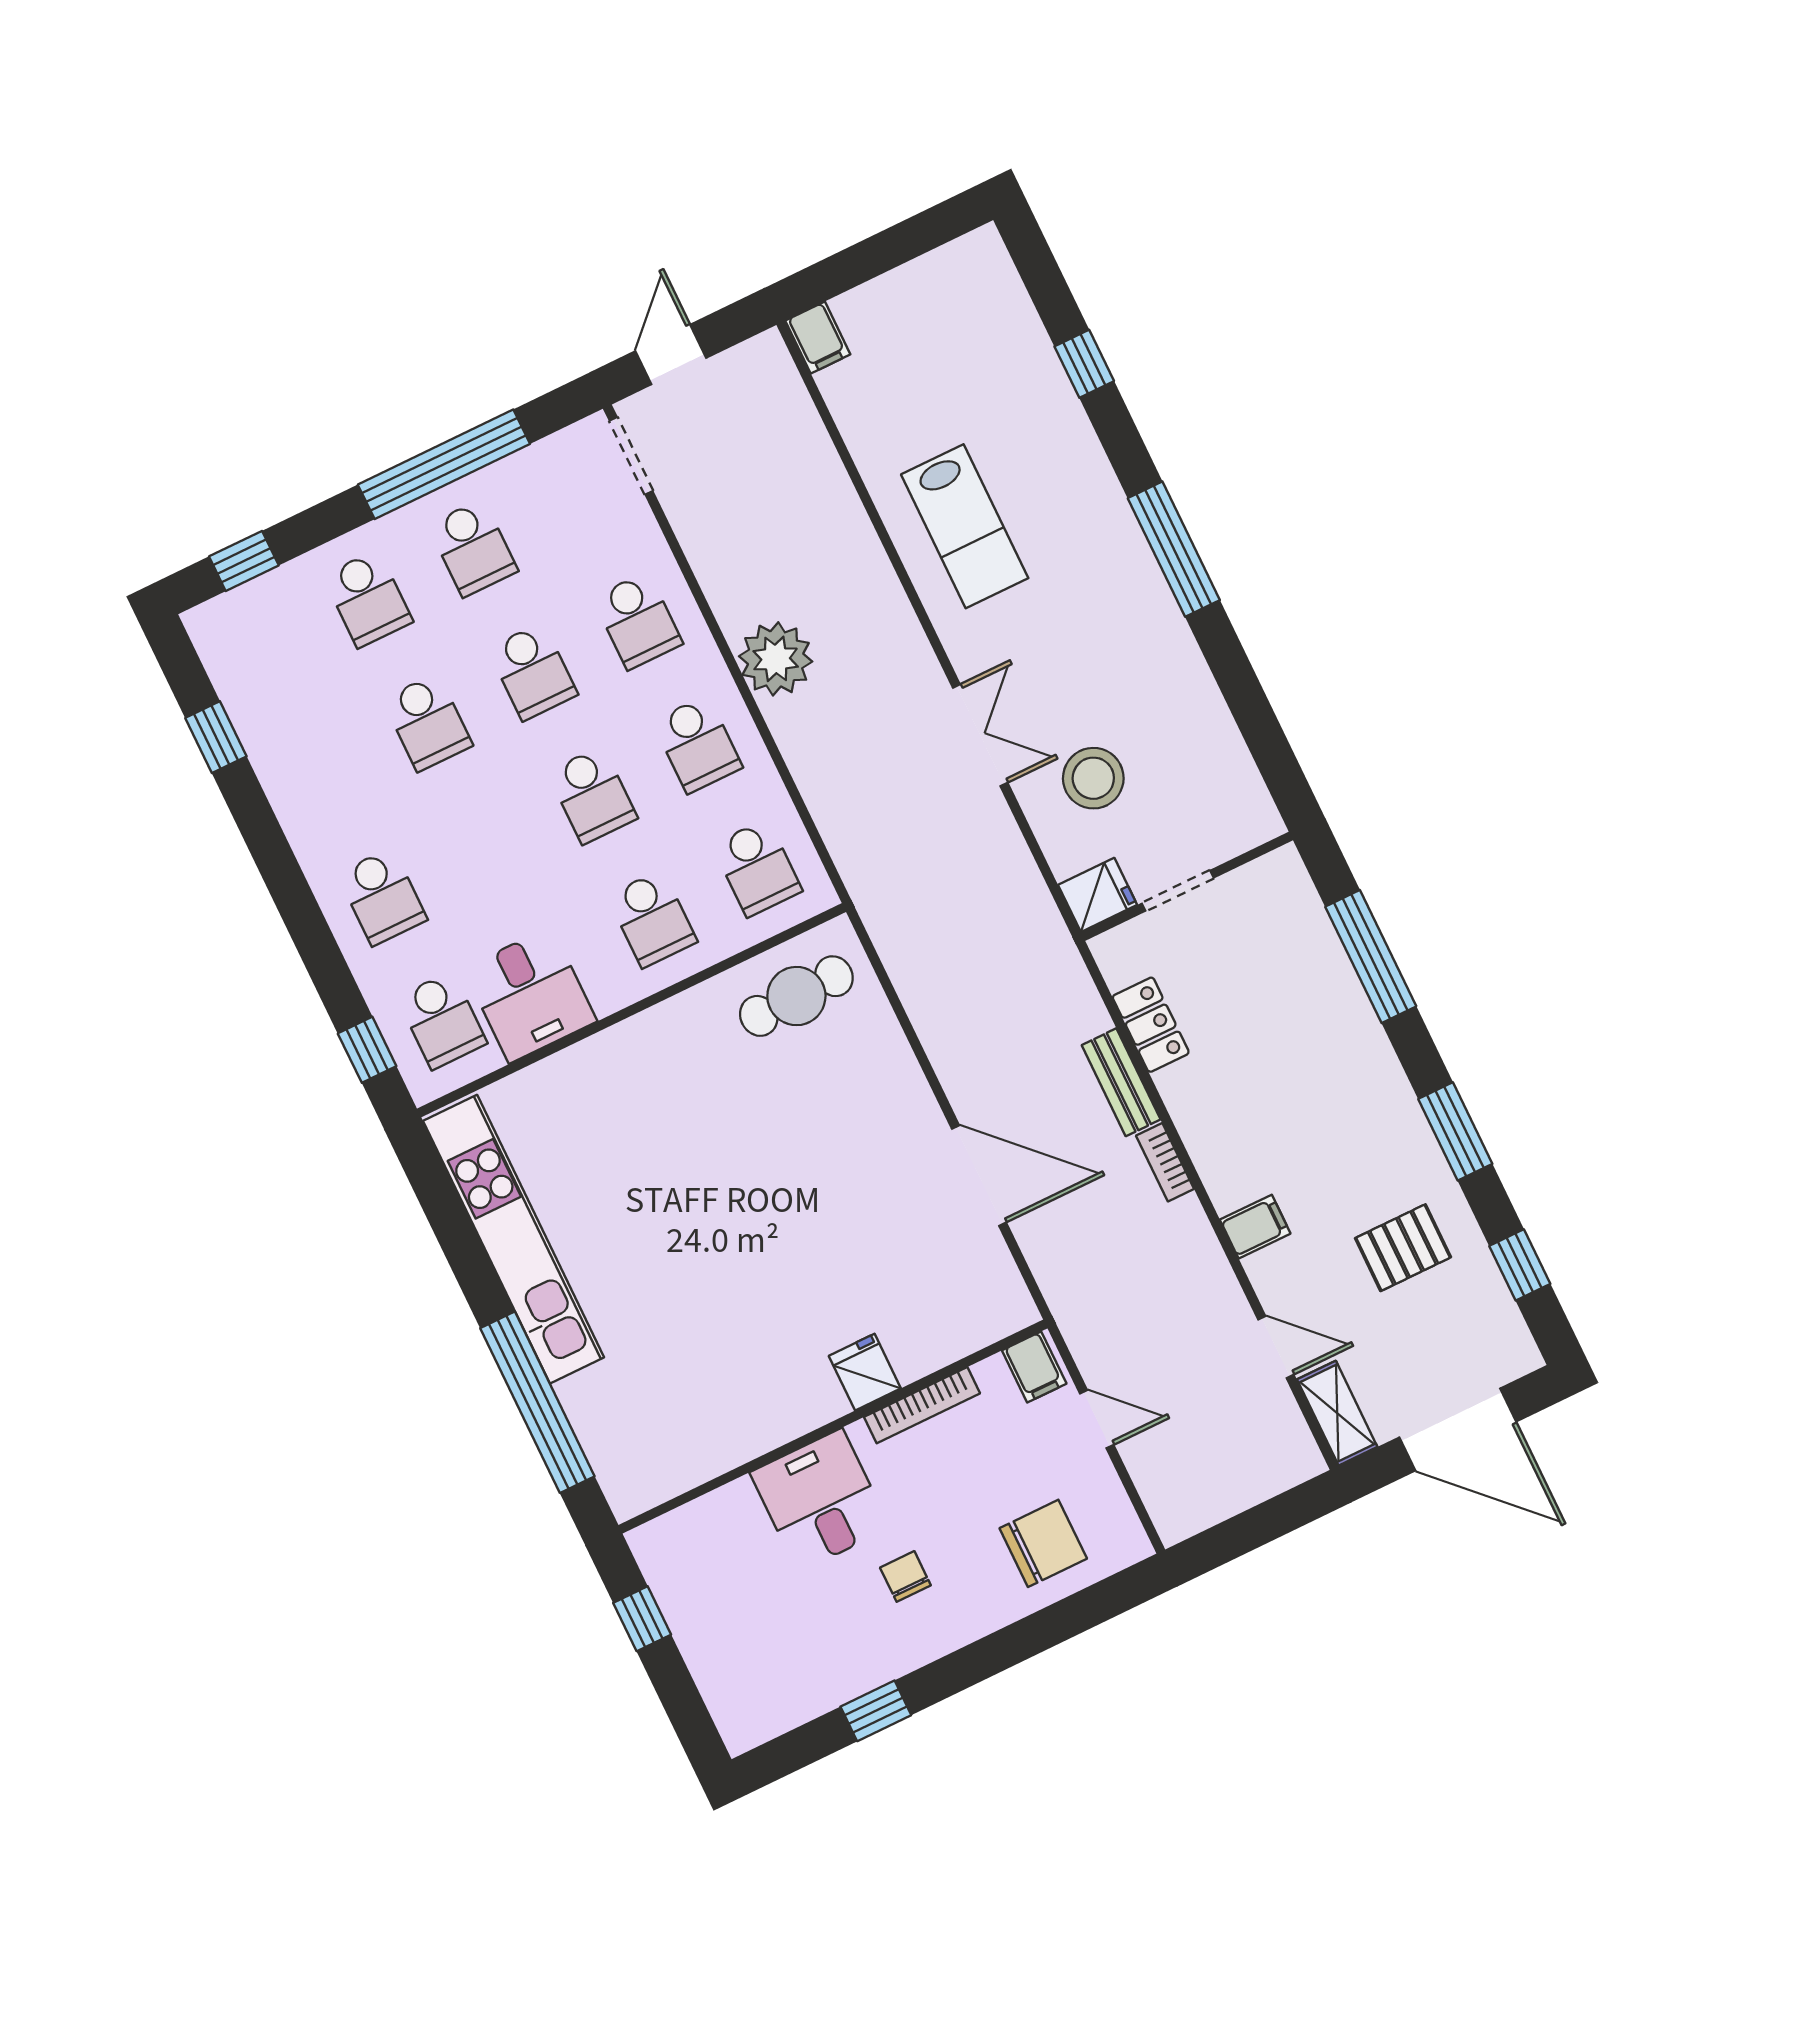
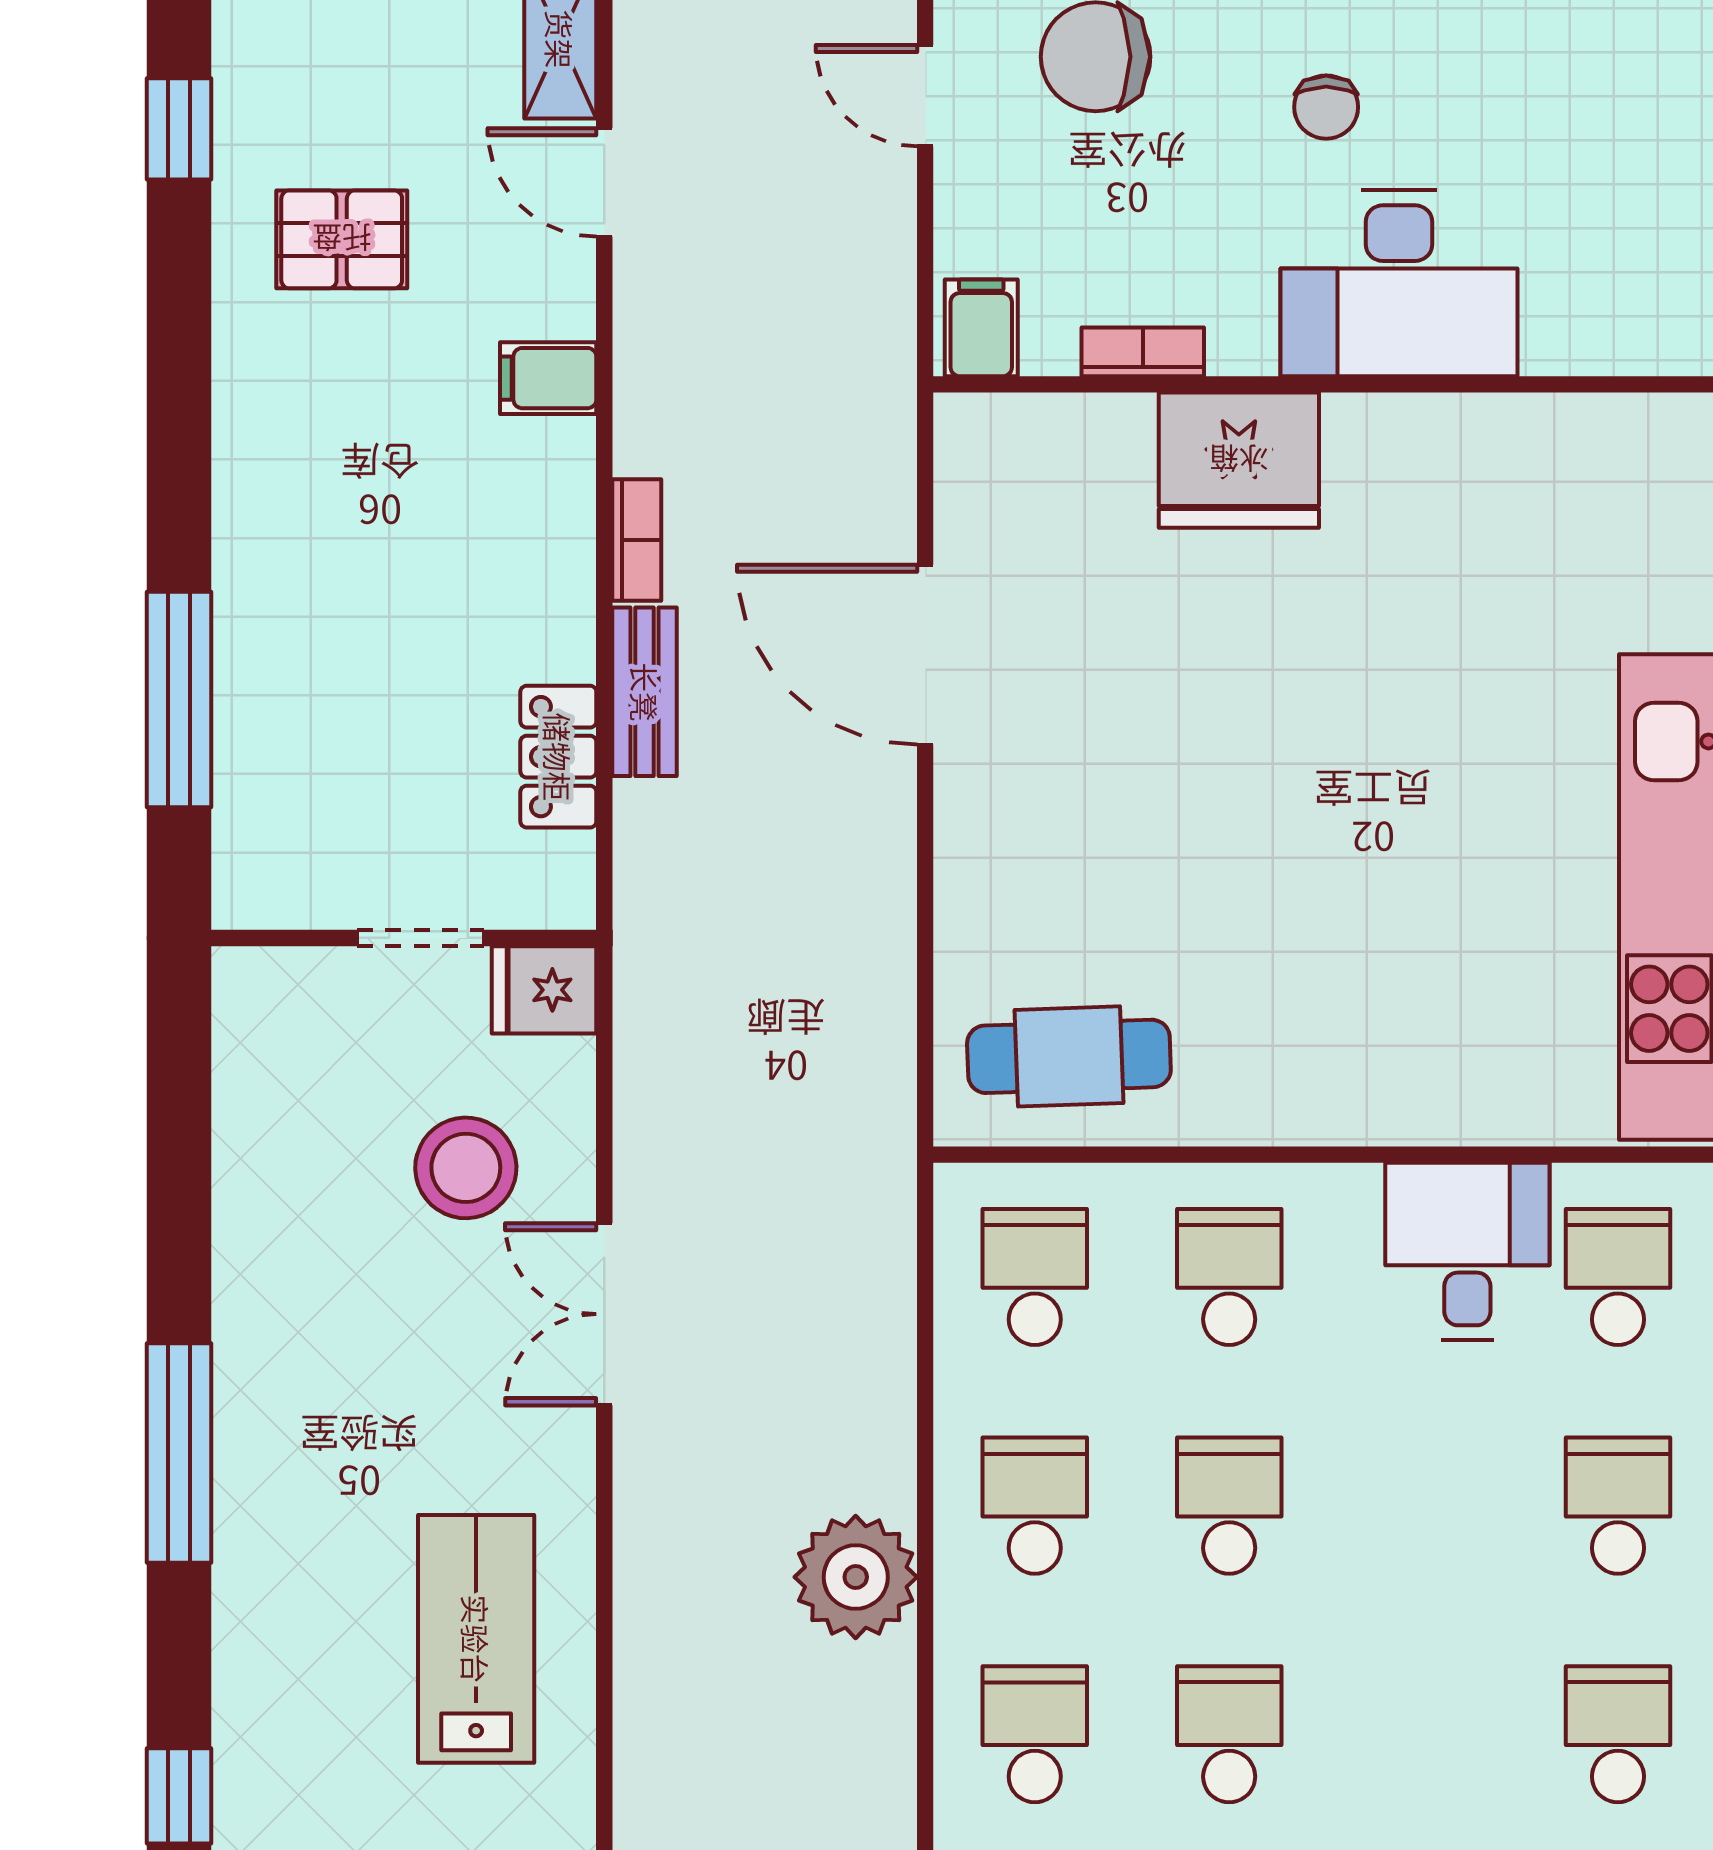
school desk: (428, 722) -> (1618, 1734), moved
window: (1455, 1131) -> (179, 376), removed
fridge: (865, 1372) -> (1239, 460), width x1.88, depth x1.34
bookcase: (922, 1405) -> (1143, 352), width x0.64
door: (1097, 1419) -> (925, 96), moved
desk: (820, 1500) -> (1399, 283), width x1.37

